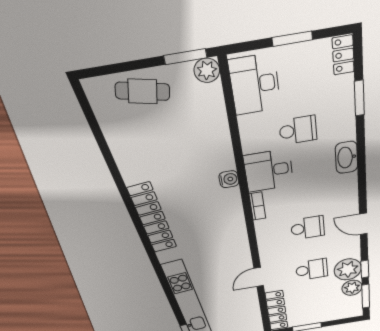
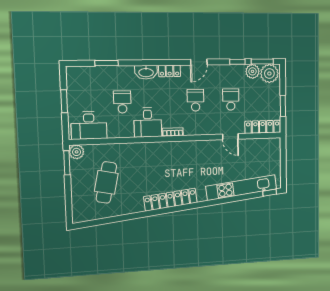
locker: (343, 55) -> (170, 71), moved
cafe table: (143, 91) -> (106, 182), moved, width x1.37, depth x1.35
water cooler: (229, 179) -> (150, 148), removed
plant: (348, 269) -> (269, 74), moved

